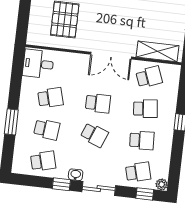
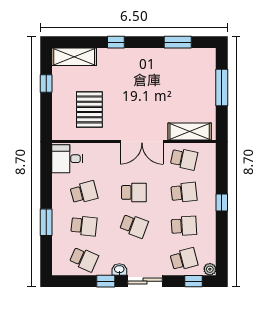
school desk: (149, 77) -> (184, 159), turned 33
school desk: (43, 161) -> (84, 259), turned 39

